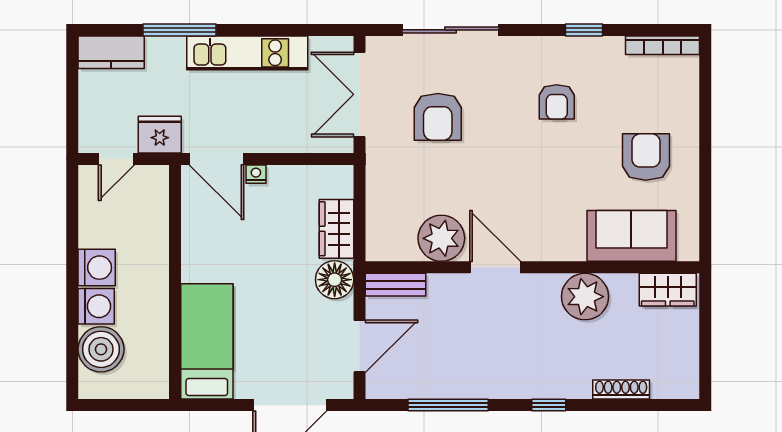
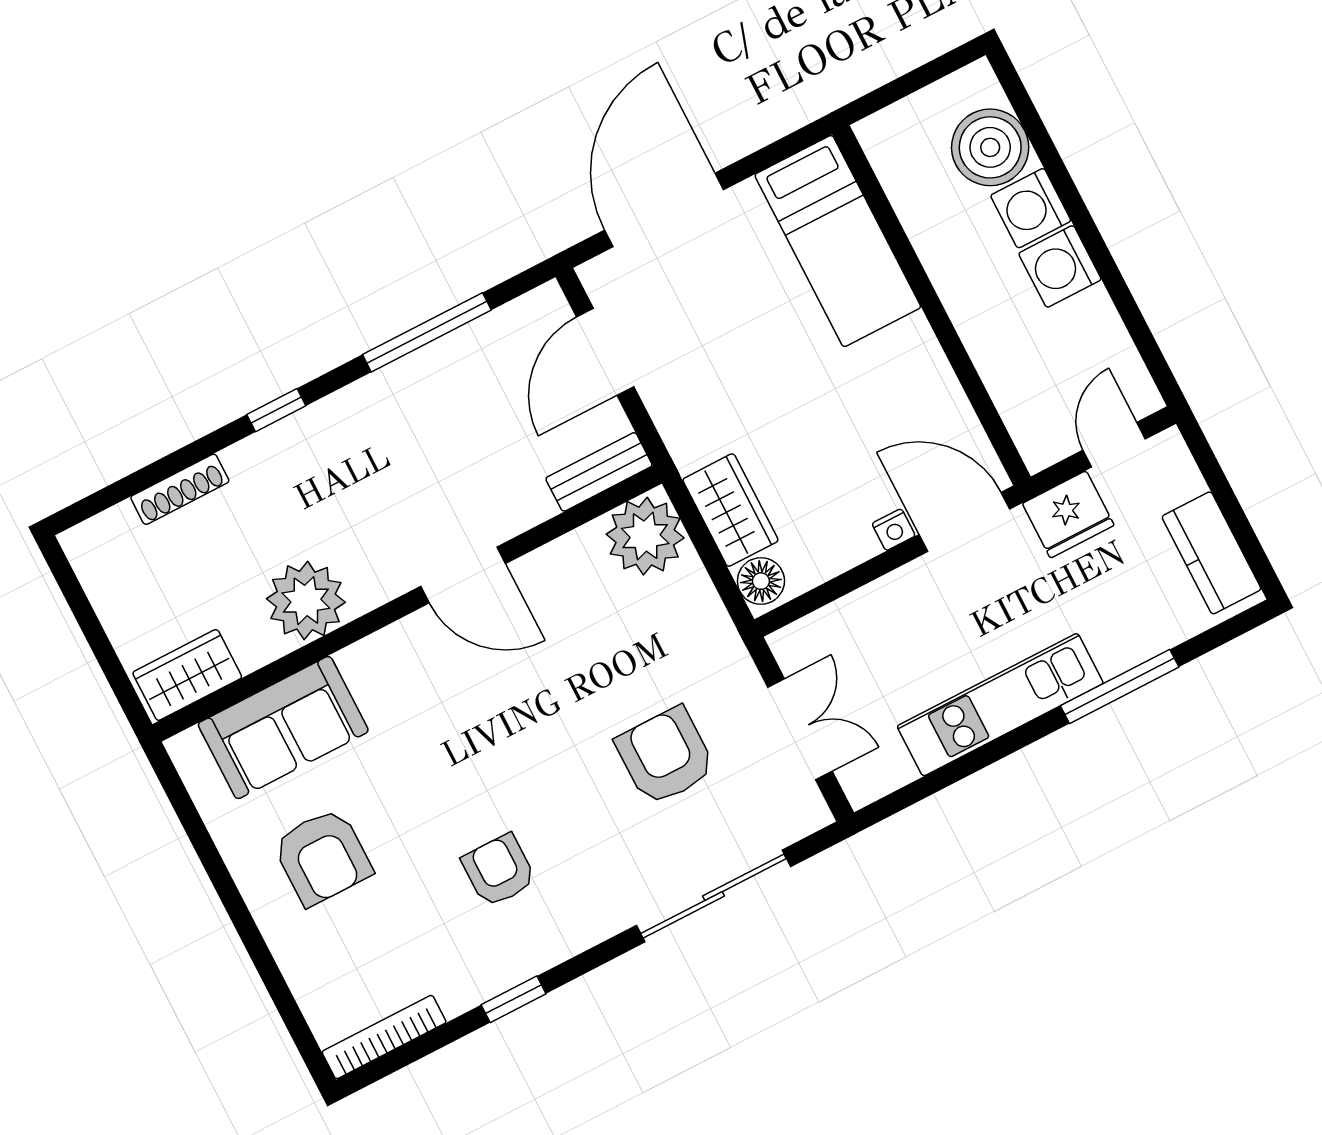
kitchen counter: (111, 52) -> (1211, 553), moved, turned -90
double door: (360, 94) -> (800, 729), width x0.73
plant: (441, 238) -> (645, 536), moved
floor lamp: (335, 280) -> (761, 581), moved, width x0.73, depth x0.73

